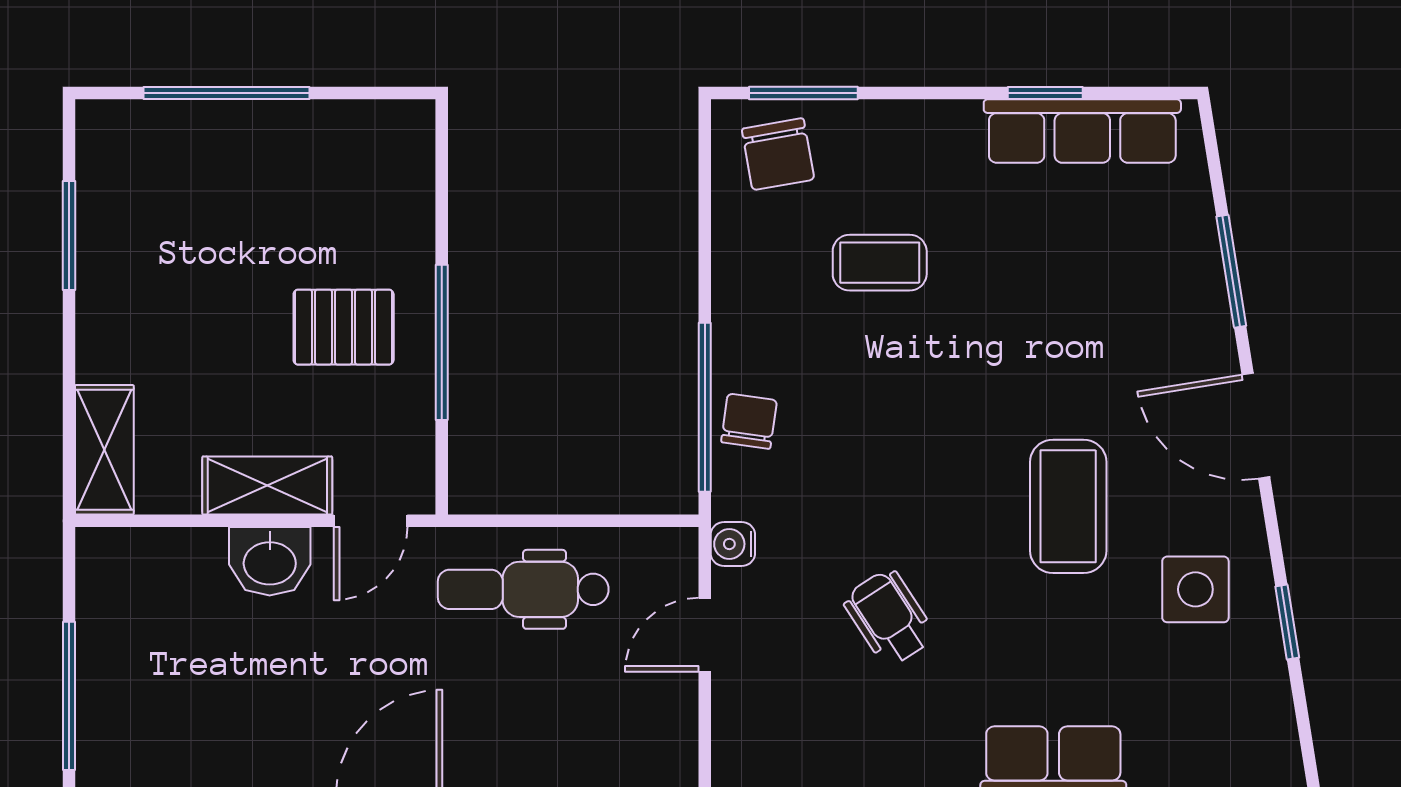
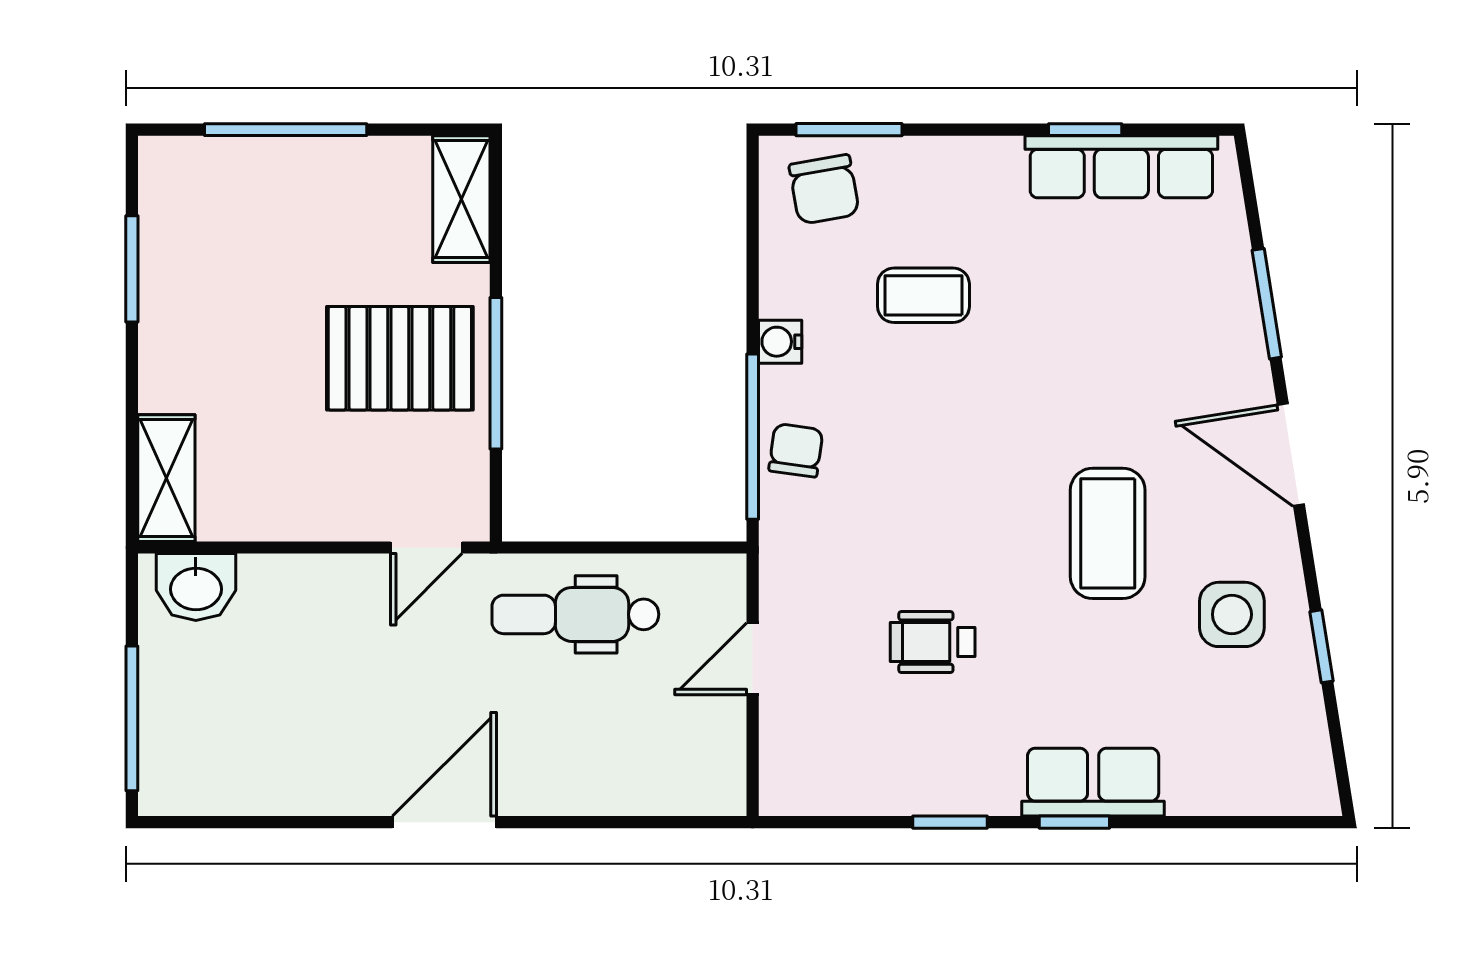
pallet: (344, 327) -> (400, 358), width x1.50, depth x1.42
shelving: (267, 485) -> (461, 199), moved, turned 90
water cooler: (733, 544) -> (780, 342), moved
washbasin: (270, 561) -> (196, 587), moved
wheelchair: (889, 618) -> (933, 642), turned -57

